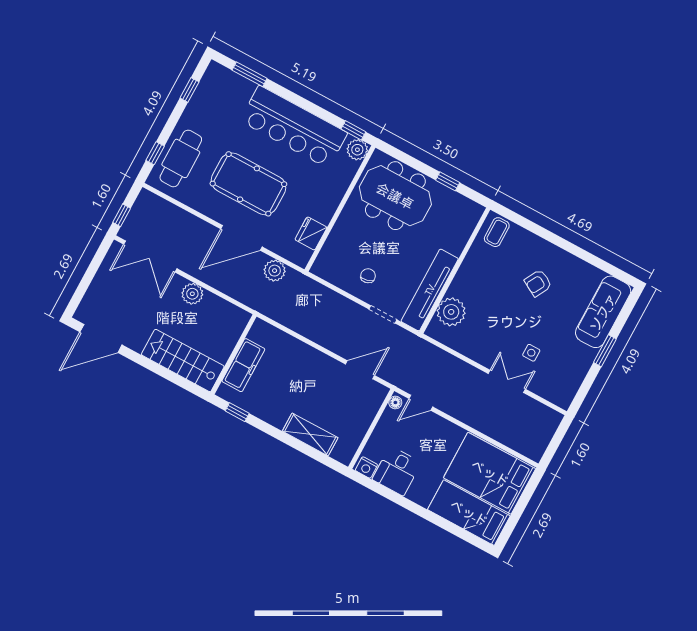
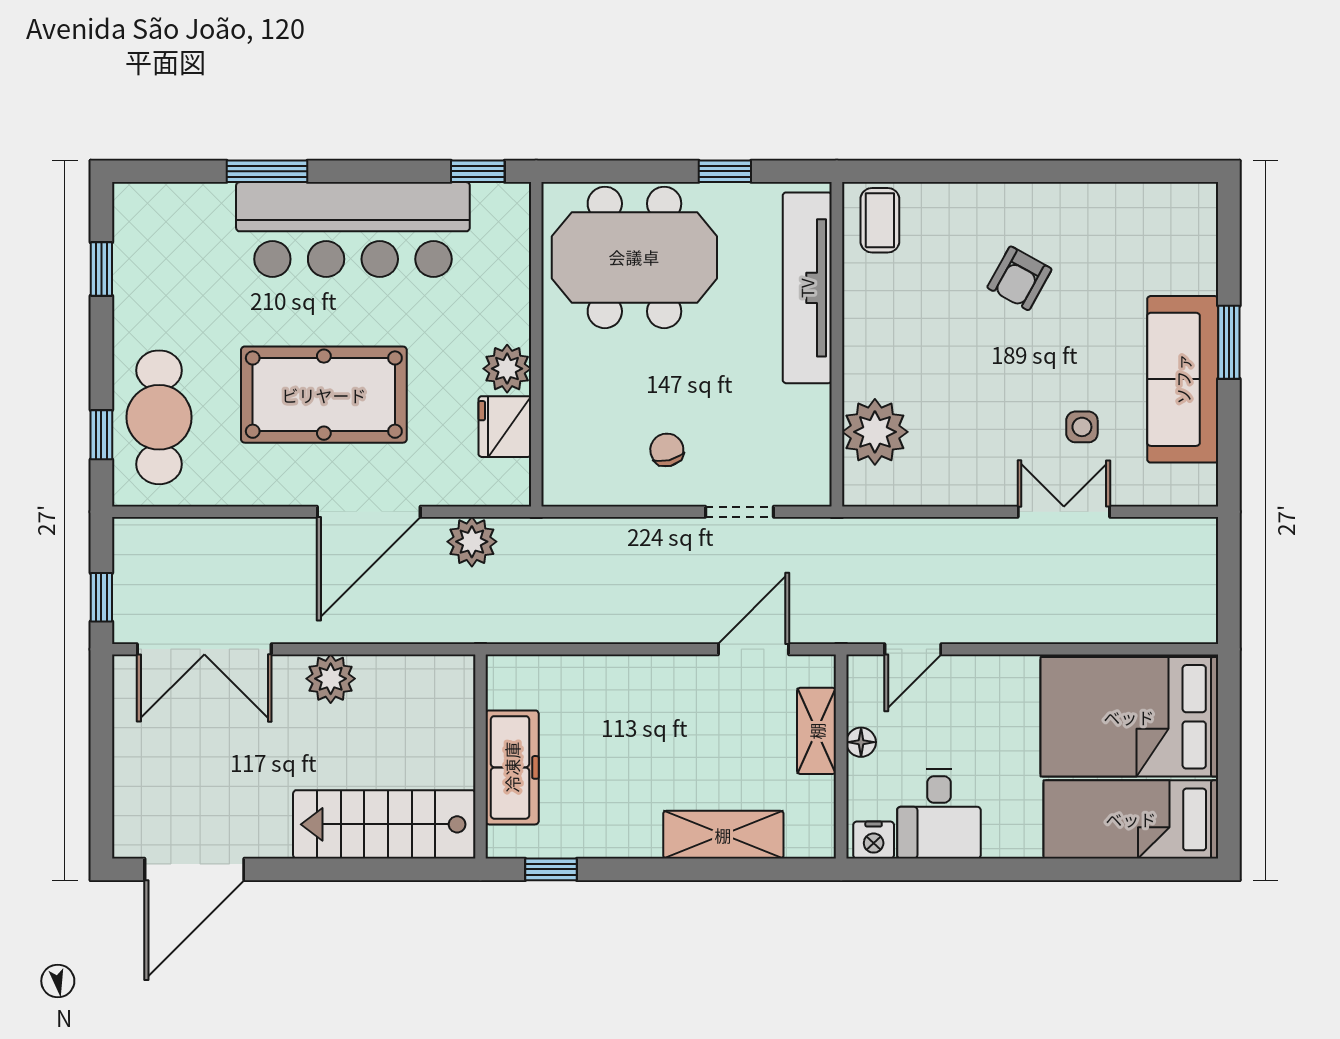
window: (250, 74) -> (267, 171), moved
plant: (357, 150) -> (507, 369), moved
tv unit: (430, 290) -> (807, 288), moved
sofa: (603, 312) -> (1183, 379), moved
floor lamp: (395, 402) -> (861, 742), moved
shelving: (367, 414) -> (817, 731), added

